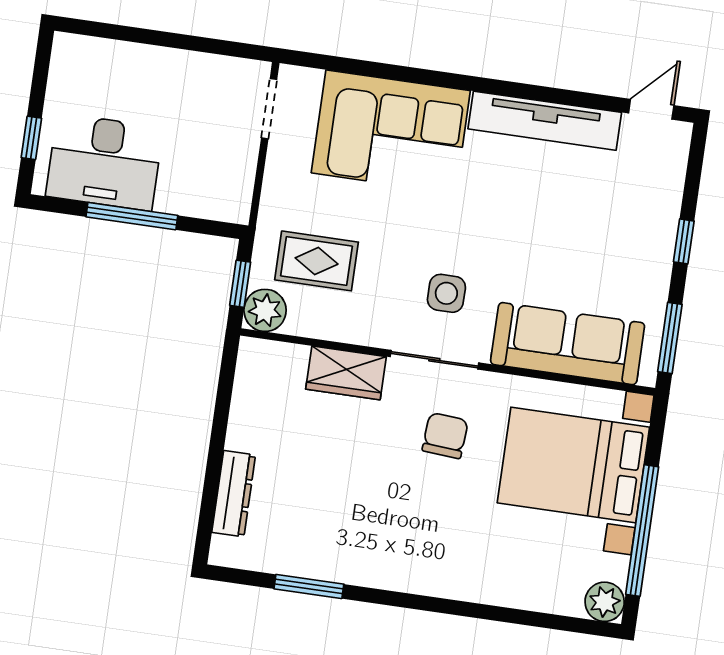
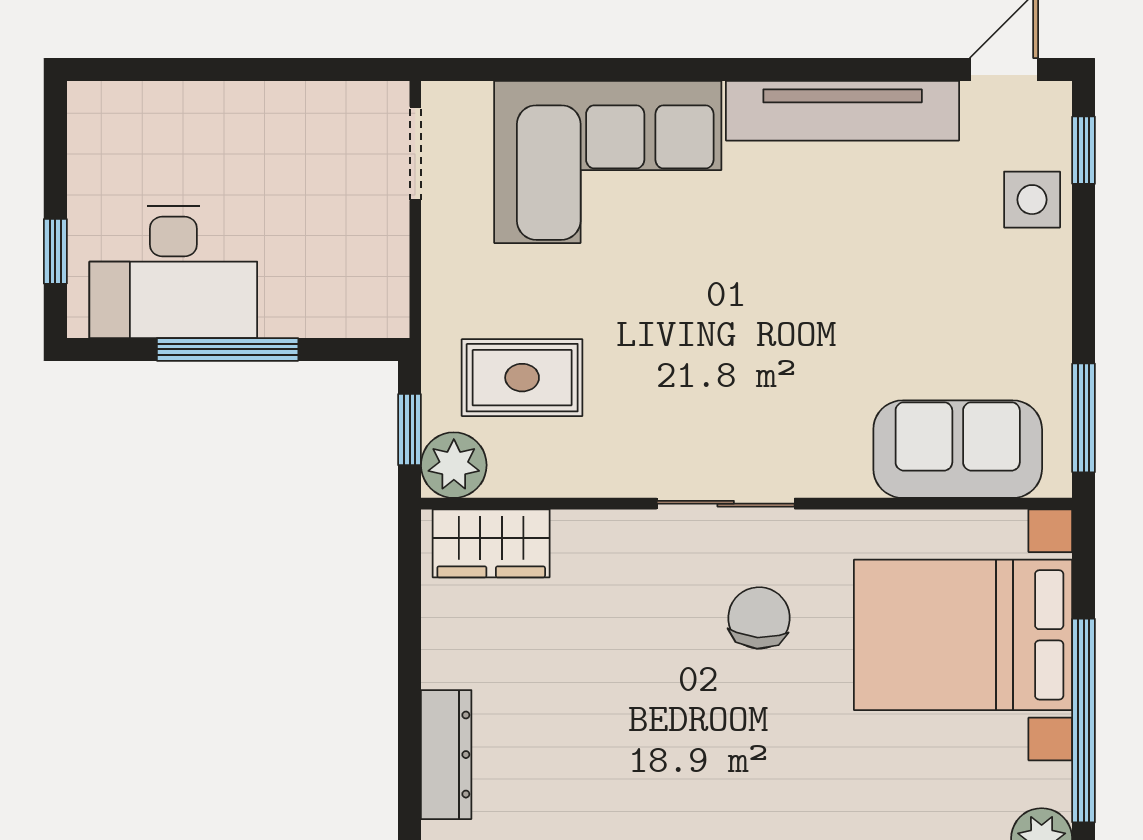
window: (684, 241) -> (1084, 150), moved
side table: (446, 293) -> (1032, 200), moved
sofa: (568, 344) -> (958, 449), width x0.73
wardrobe: (346, 373) -> (491, 543), moved

